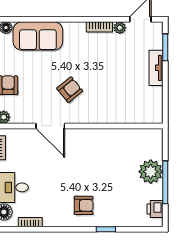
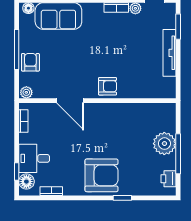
tv unit: (156, 68) -> (169, 53), width x1.41
armchair: (70, 90) -> (108, 86), moved, turned 39
armchair: (84, 205) -> (101, 175), width x1.88, depth x1.88

